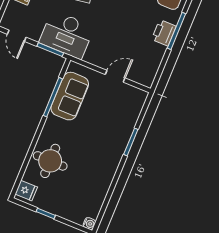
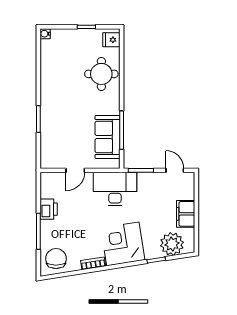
printer: (164, 33) -> (49, 209), moved
desk: (67, 35) -> (115, 189), moved

